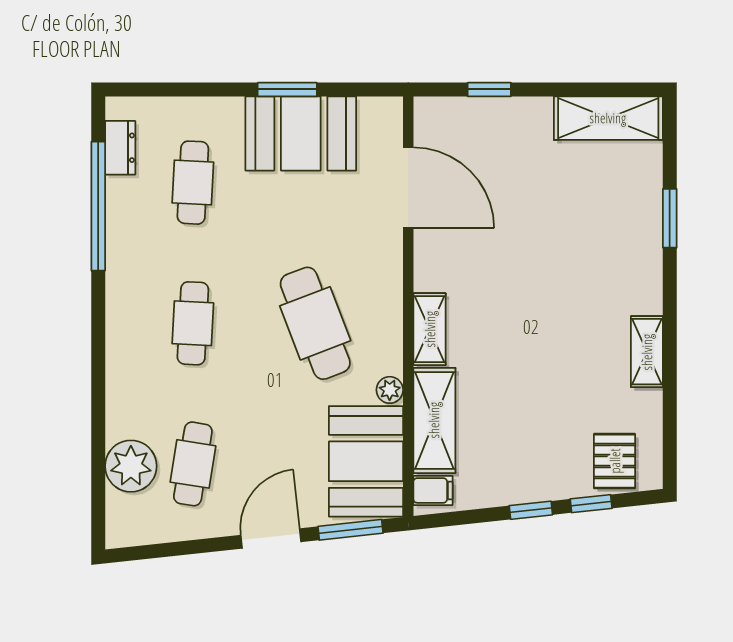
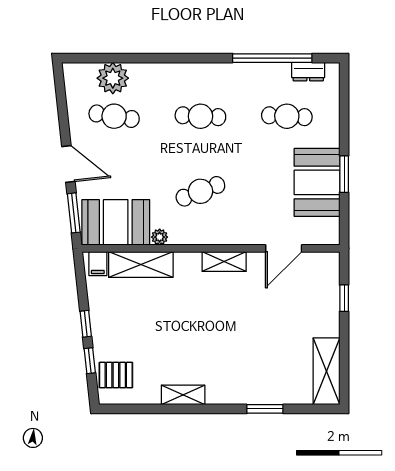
door: (408, 188) -> (284, 248), width x0.73
cafe table: (315, 323) -> (200, 191), width x0.73, depth x0.74
shelving: (430, 329) -> (224, 262), moved

